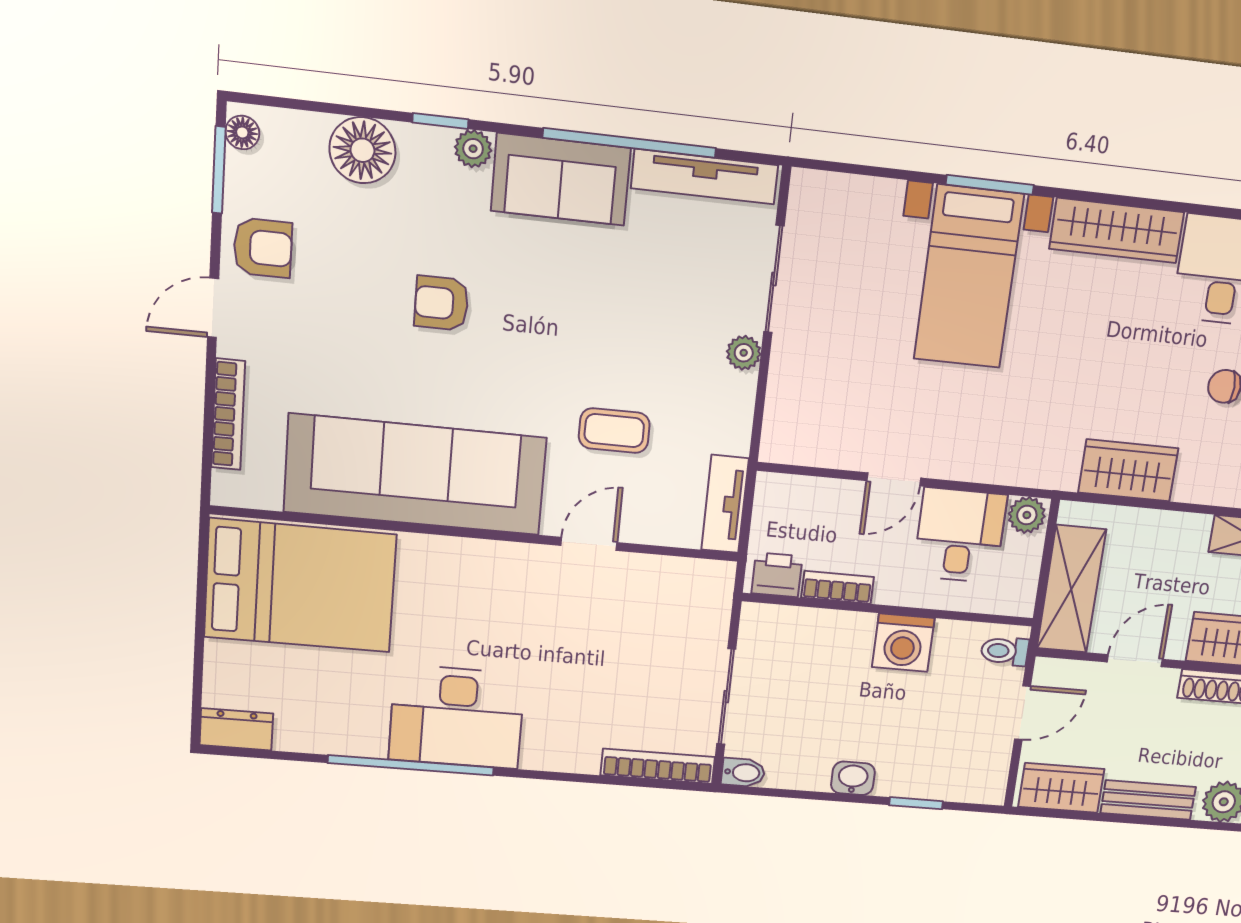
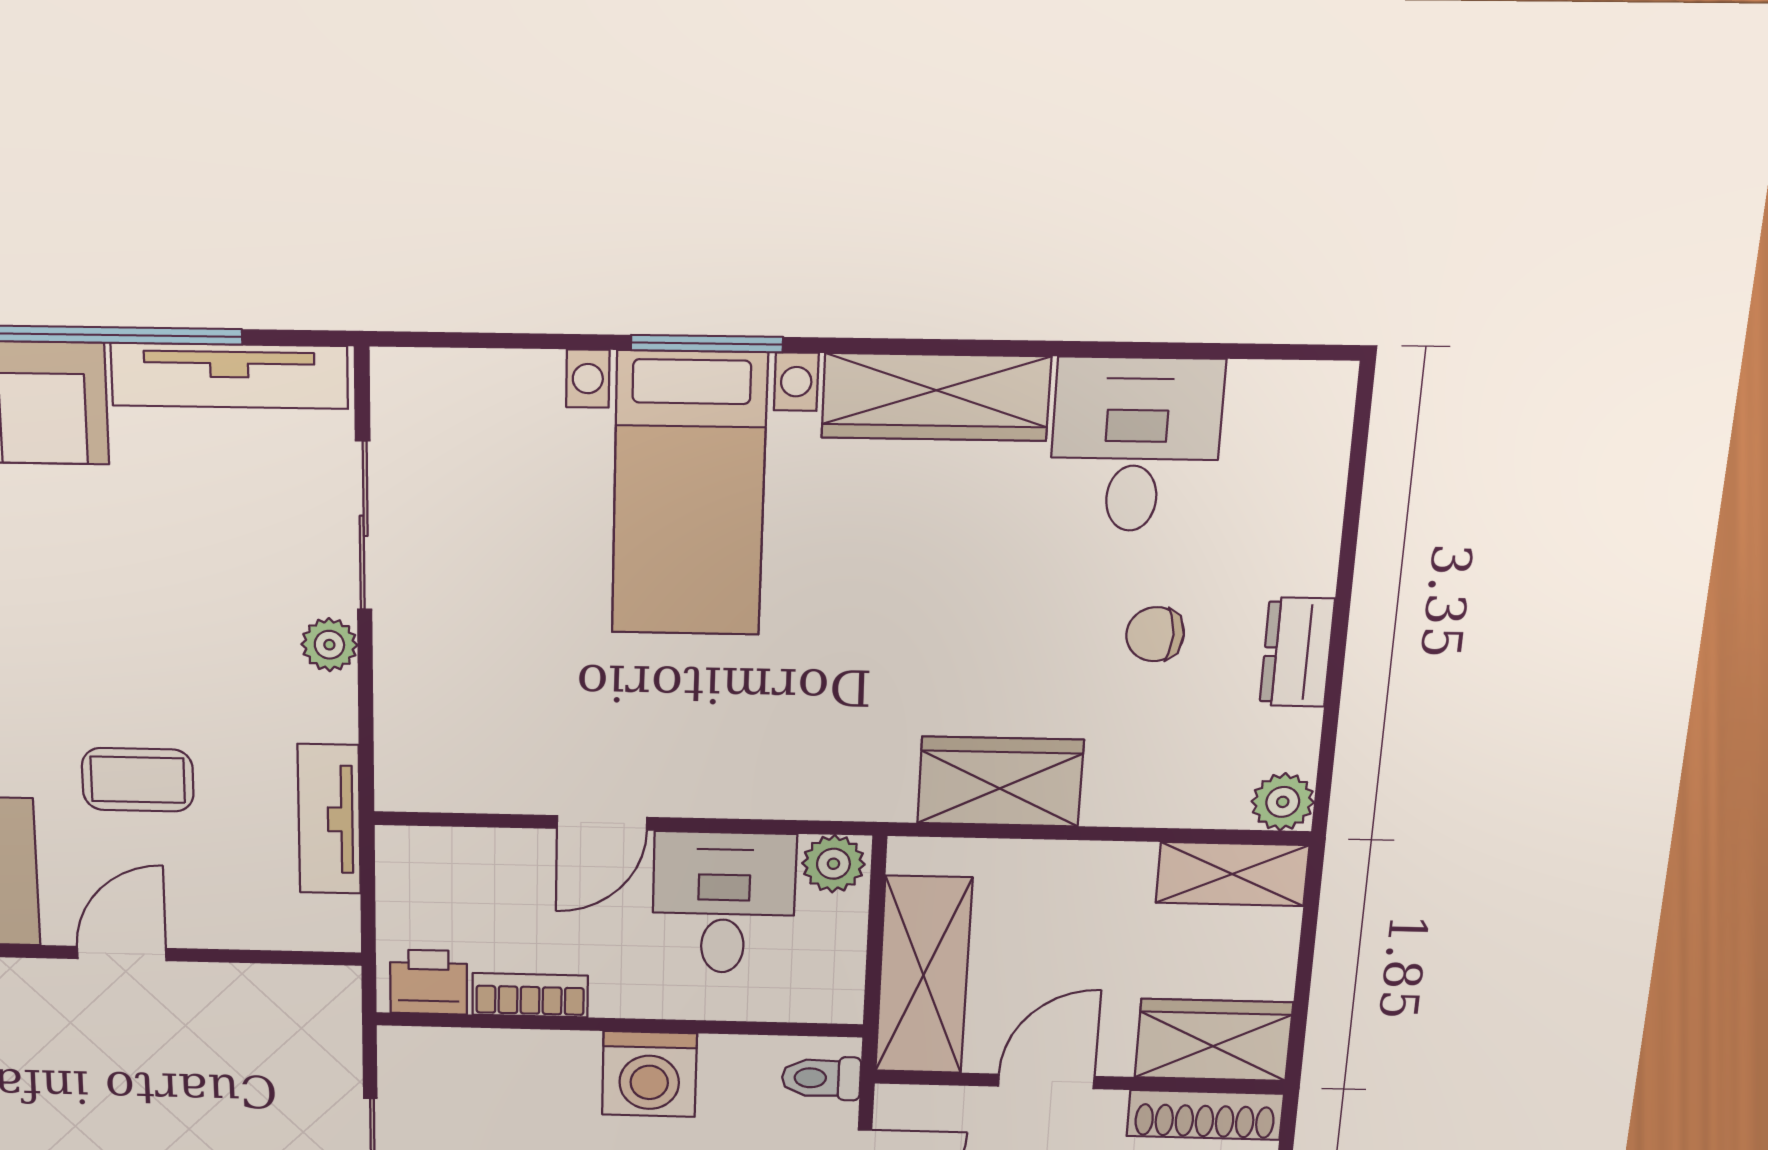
tv unit: (725, 504) -> (329, 819), moved

